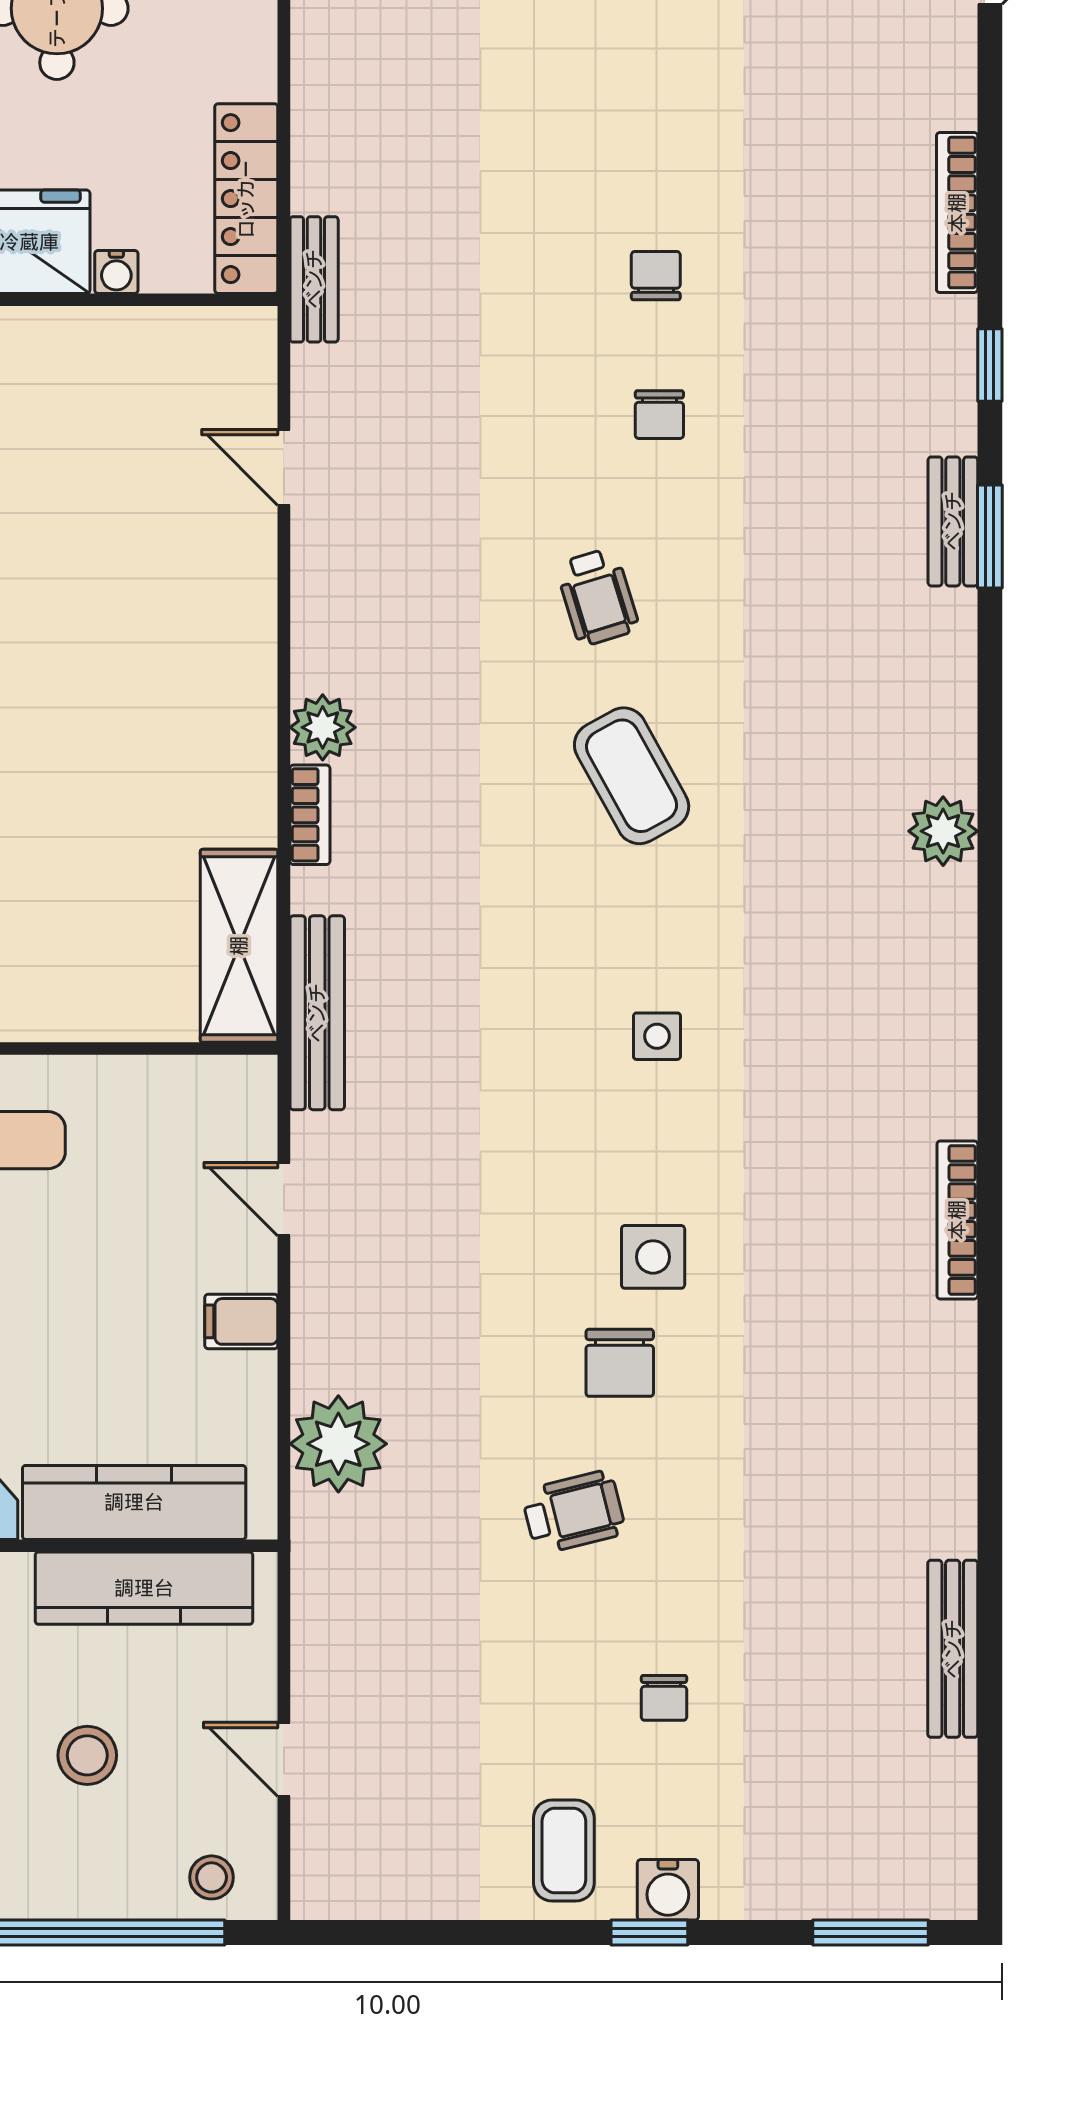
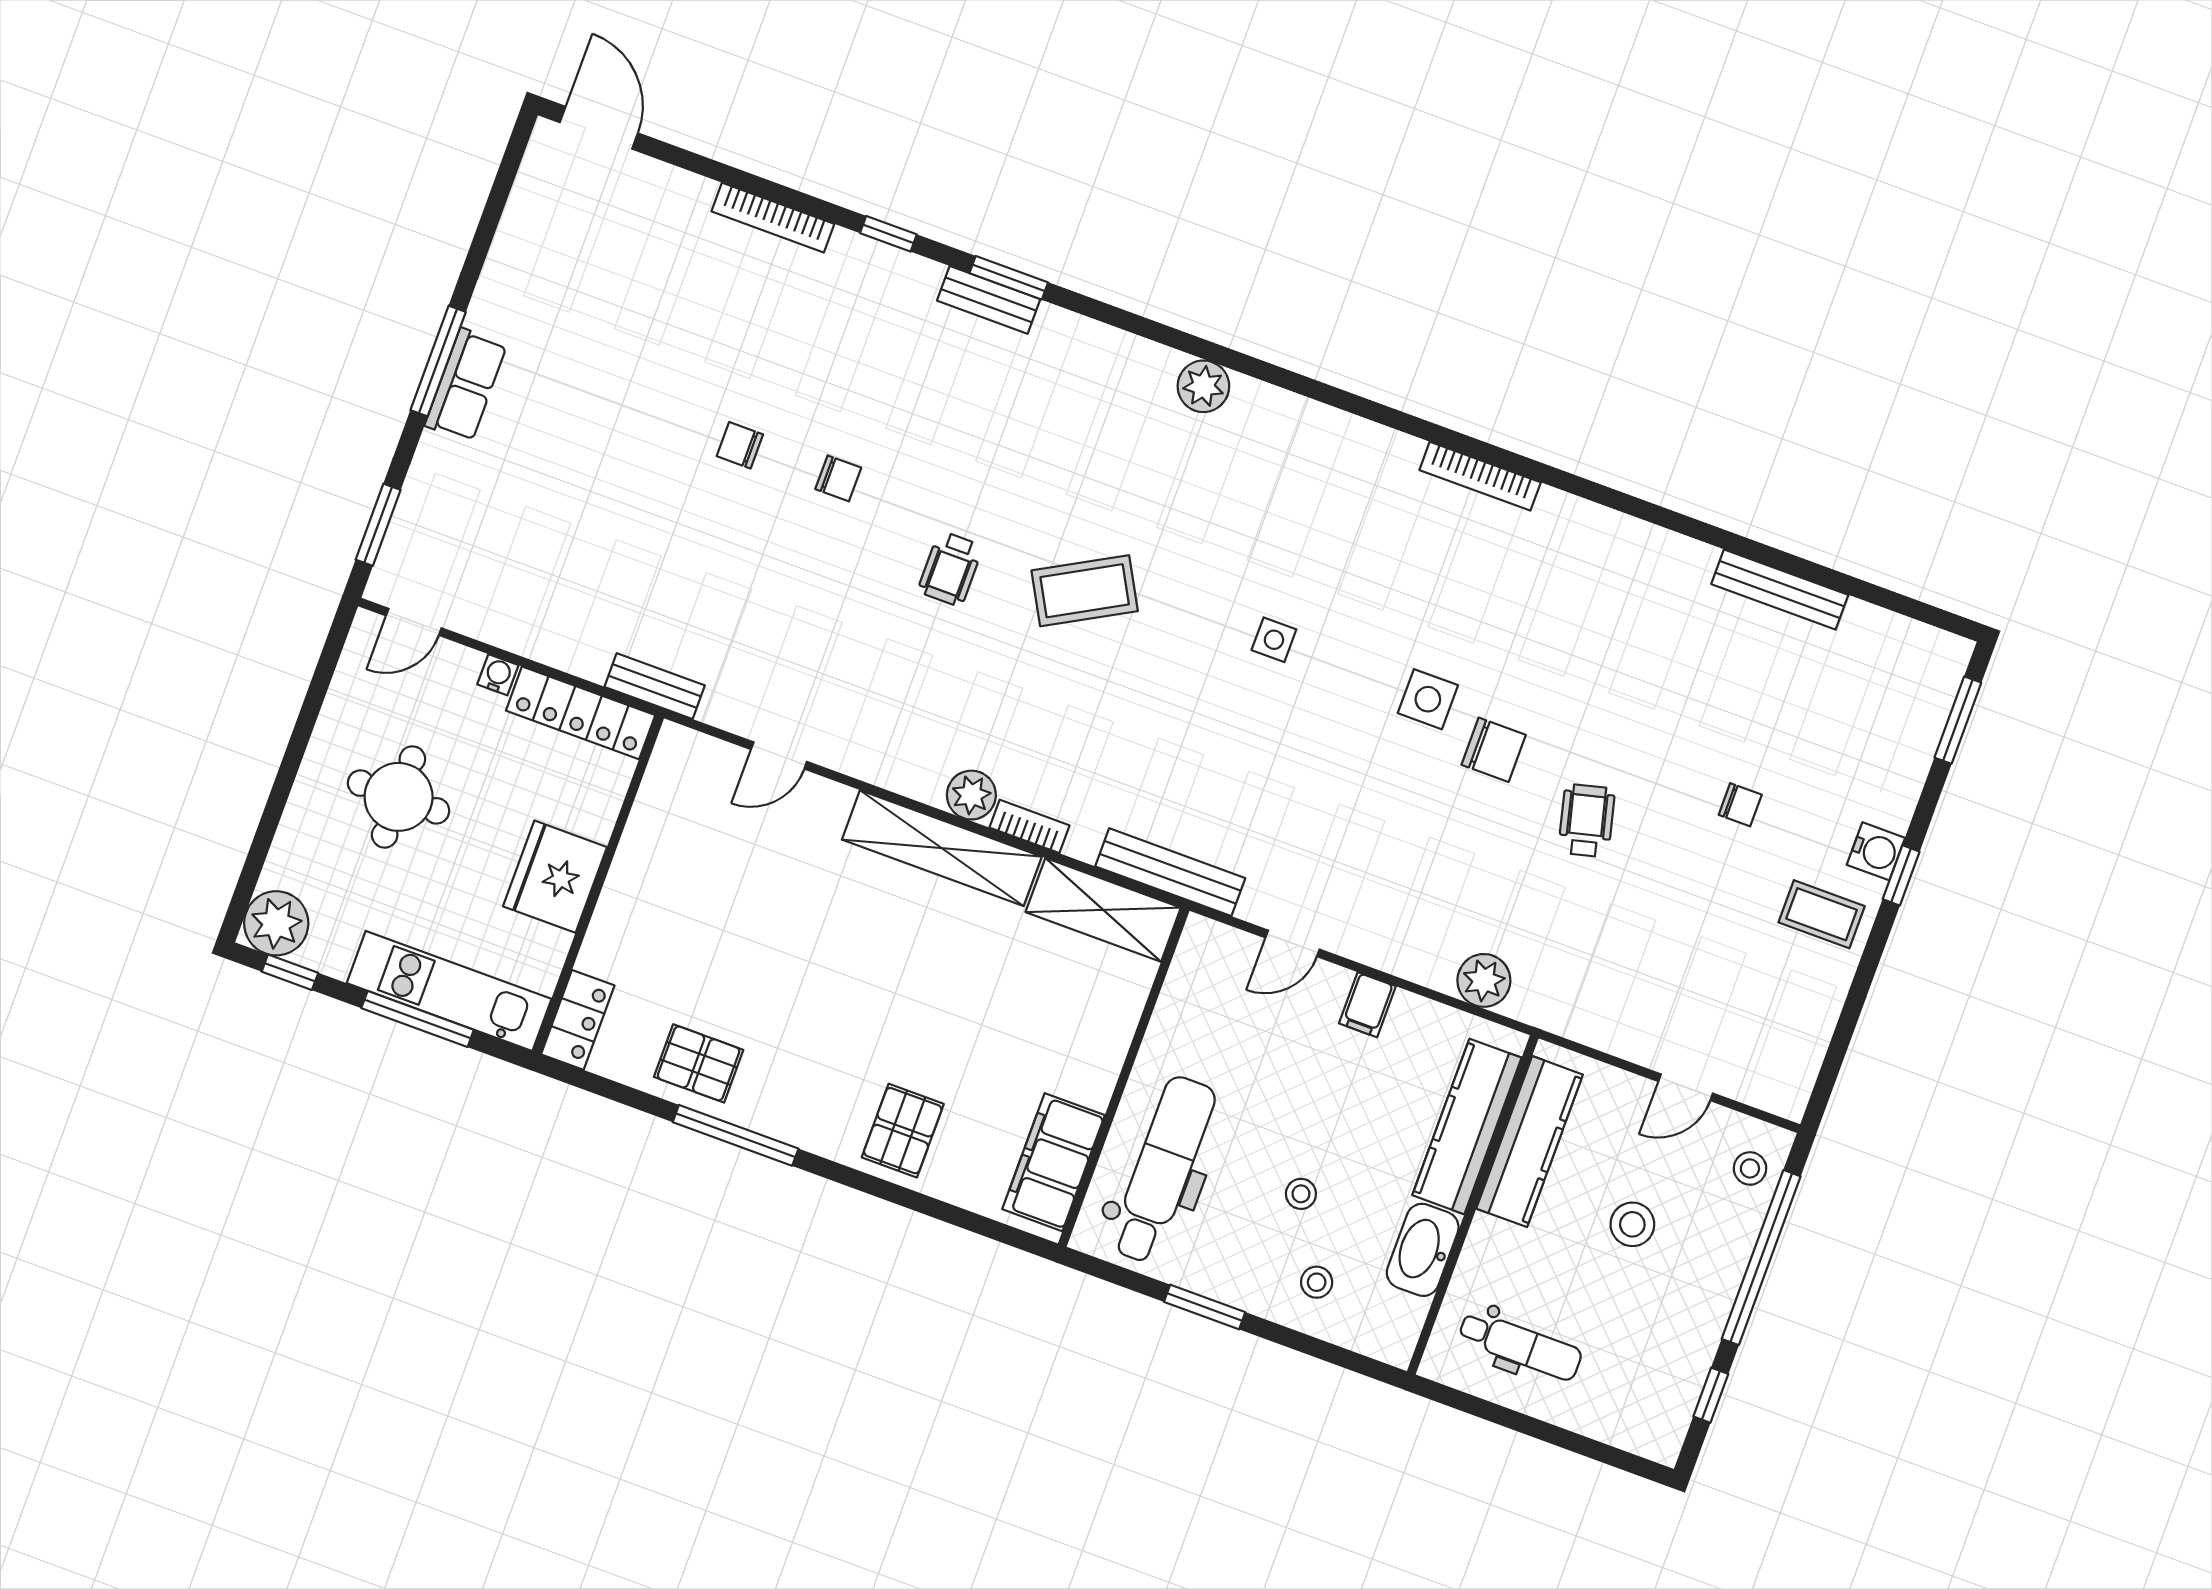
water cooler: (116, 272) -> (498, 675), moved, turned -90
wheelchair: (597, 597) -> (950, 569), turned 107
shelving: (242, 715) -> (942, 848), added
plant: (338, 1444) -> (1484, 980), width x0.73, depth x0.73

